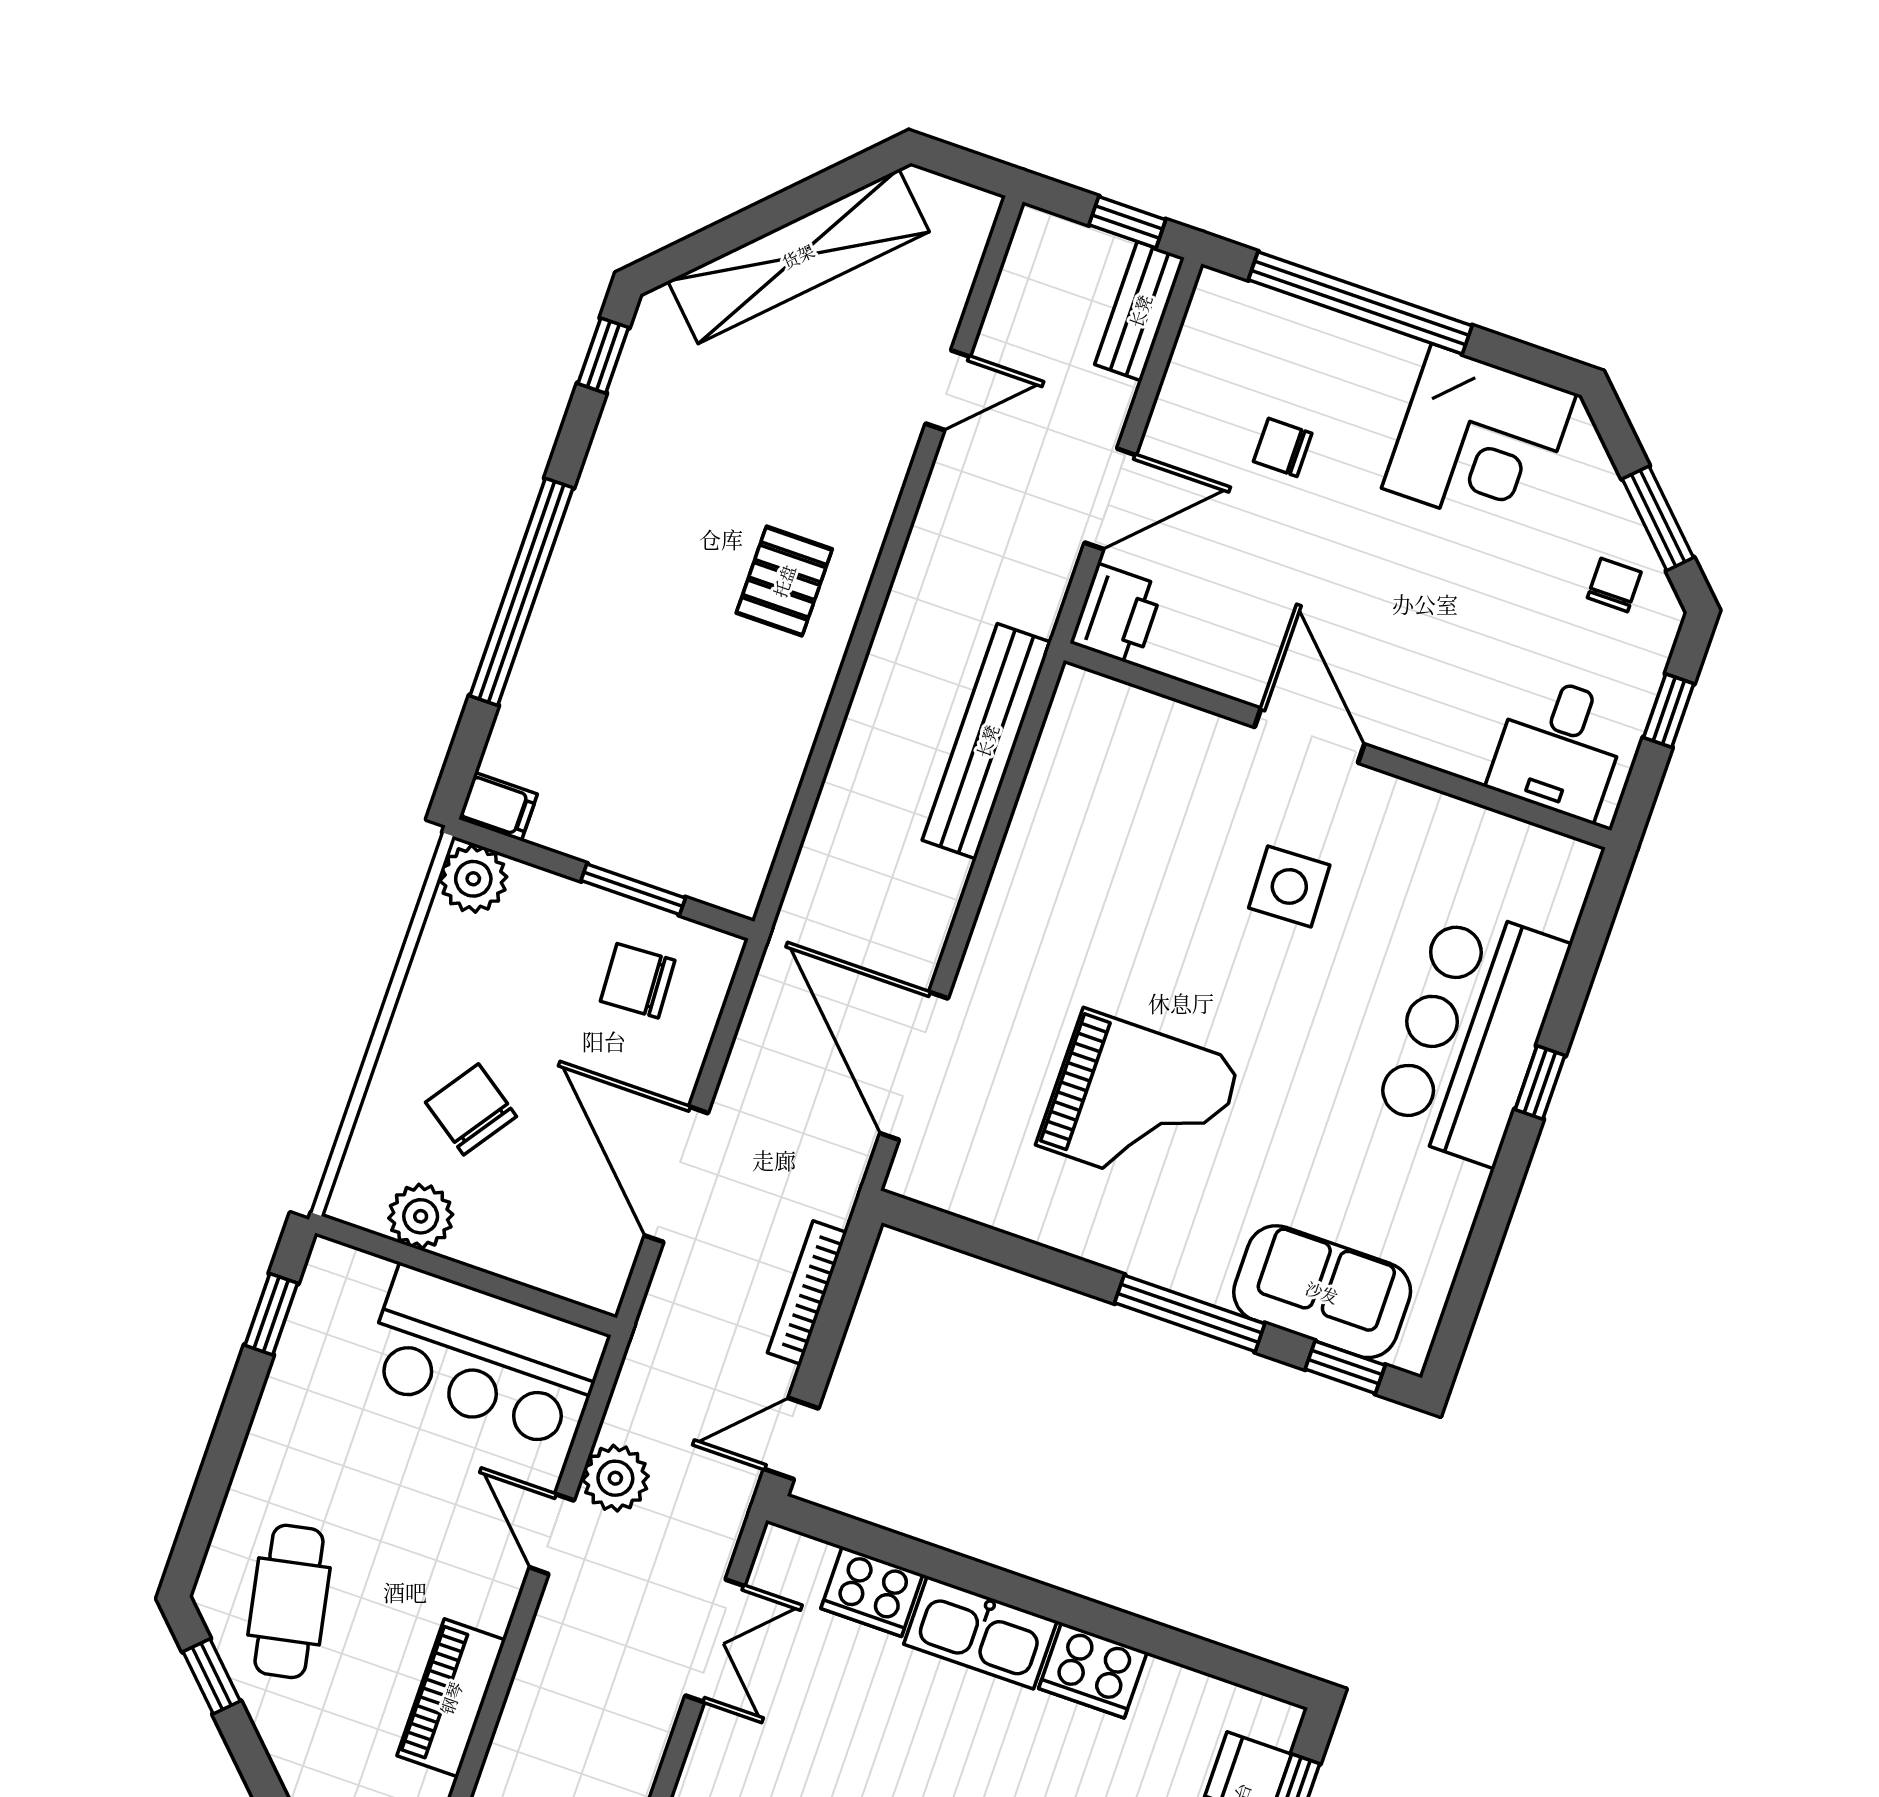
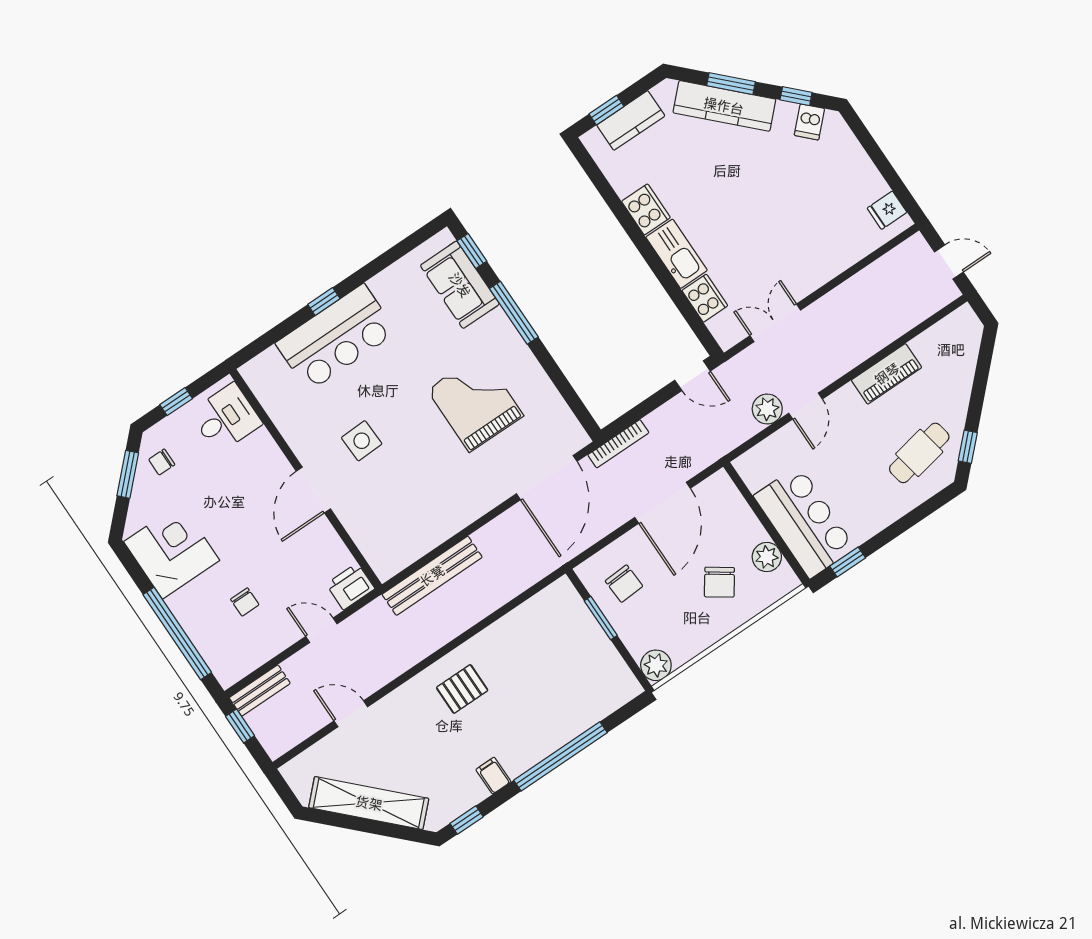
door: (1110, 499) -> (321, 630), width x0.73
filing cabinet: (498, 807) -> (493, 776), moved
bookcase: (807, 1293) -> (618, 444), moved
bar counter: (485, 1357) -> (804, 522), moved

